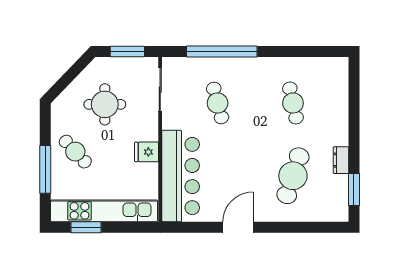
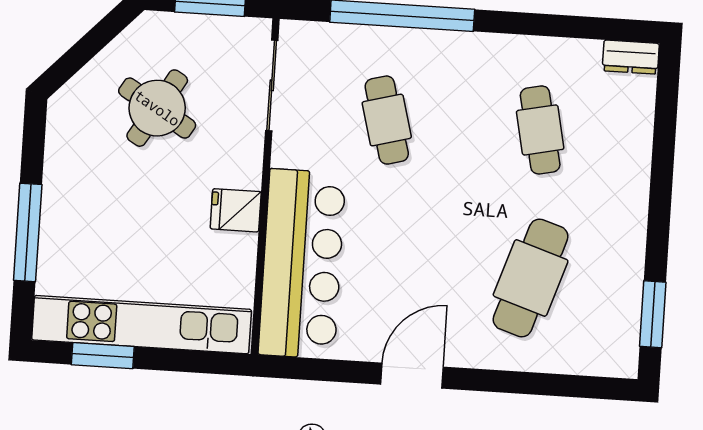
round table: (105, 104) -> (157, 108), turned 31
cafe table: (75, 152) -> (91, 200), removed
dresser: (341, 160) -> (631, 57), moved, turned -90

